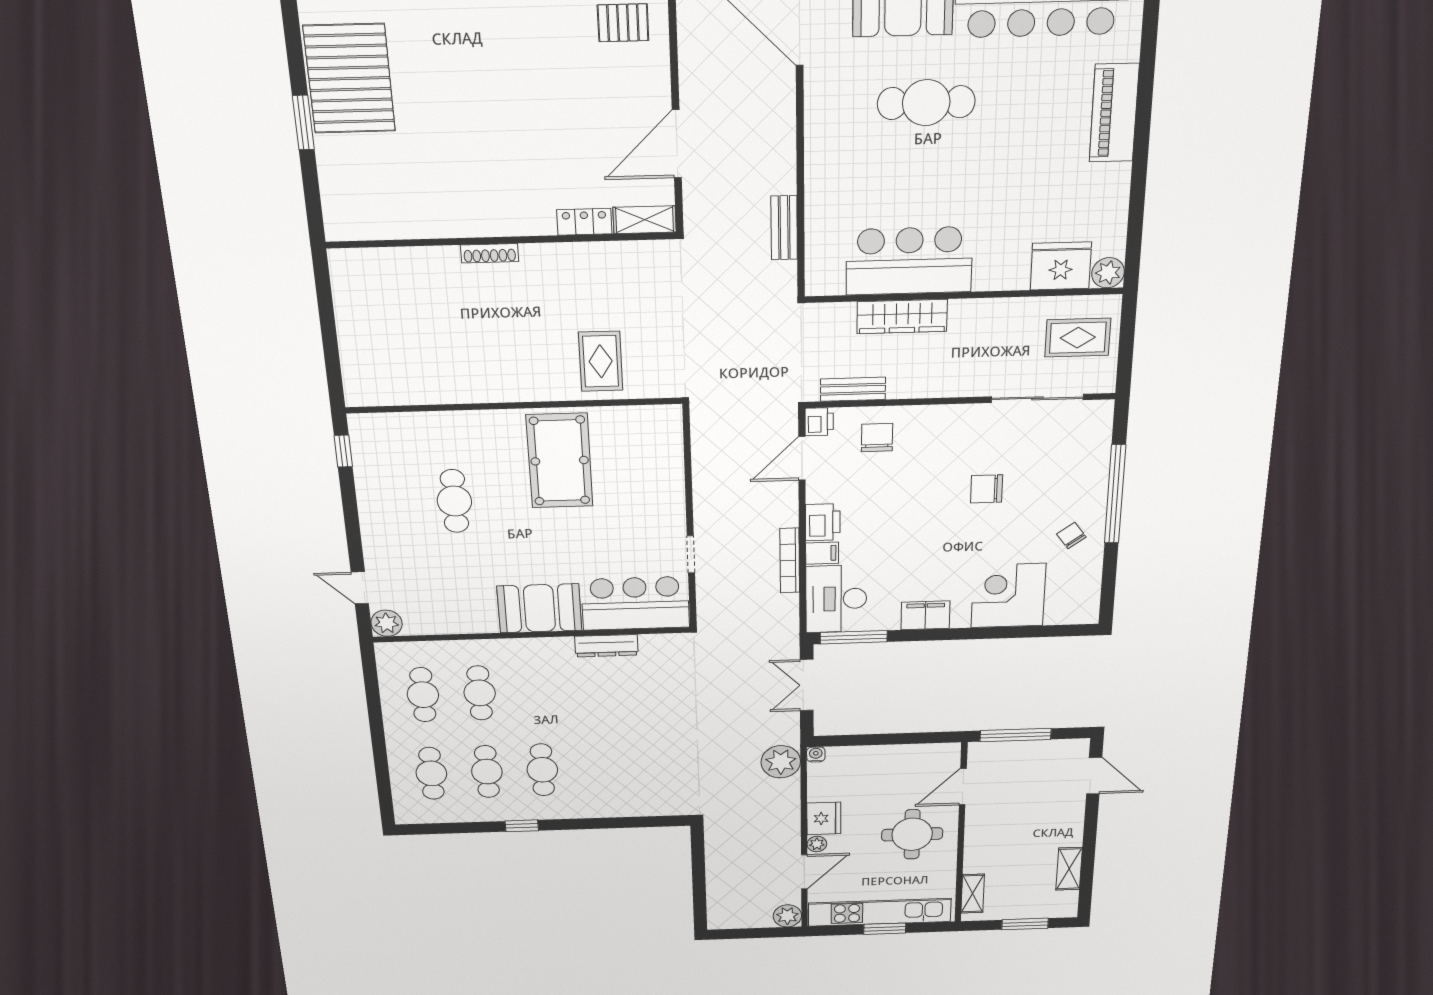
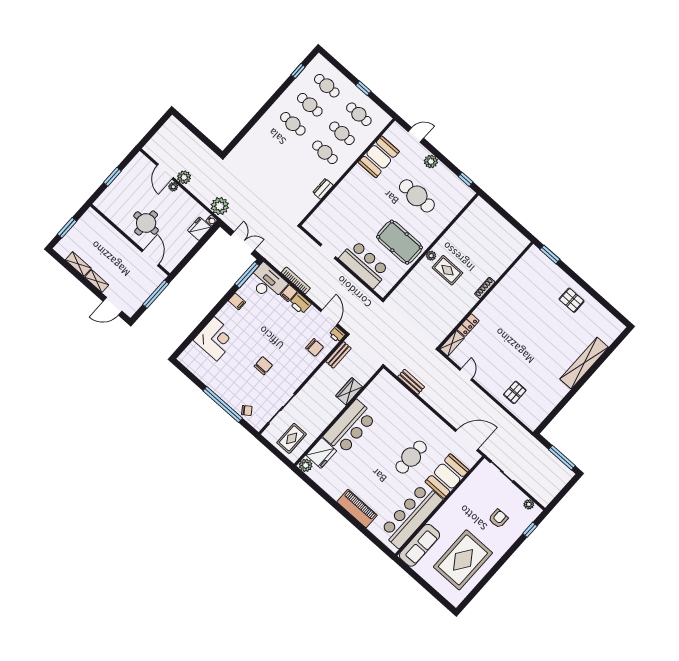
pallet: (349, 79) -> (572, 300), width x0.49, depth x0.50
window: (303, 123) -> (550, 255), moved
door: (677, 144) -> (466, 374), width x0.53
bar counter: (909, 261) -> (350, 427), moved
wardrobe: (902, 316) -> (349, 391), width x0.67
rug: (601, 361) -> (447, 270), moved
plant: (529, 391) -> (431, 256), added
cafe table: (454, 501) -> (417, 196), width x1.37, depth x1.35
chair: (1071, 536) -> (247, 410), moved
bar counter: (635, 603) -> (364, 264), moved, turned -90
booth: (539, 608) -> (379, 157), moved
filing cabinet: (925, 615) -> (237, 301), width x0.50
plant: (387, 623) -> (431, 162), moved
dresser: (606, 646) -> (323, 189), width x0.70
cafe table: (536, 691) -> (325, 152), added
window: (376, 722) -> (363, 88), added
fridge: (824, 818) -> (199, 229), moved, turned 90
window: (522, 826) -> (298, 71), moved
shelving: (973, 894) -> (97, 281), moved
kitchen unit: (880, 912) -> (122, 182), removed
plant: (787, 916) -> (184, 177), moved

